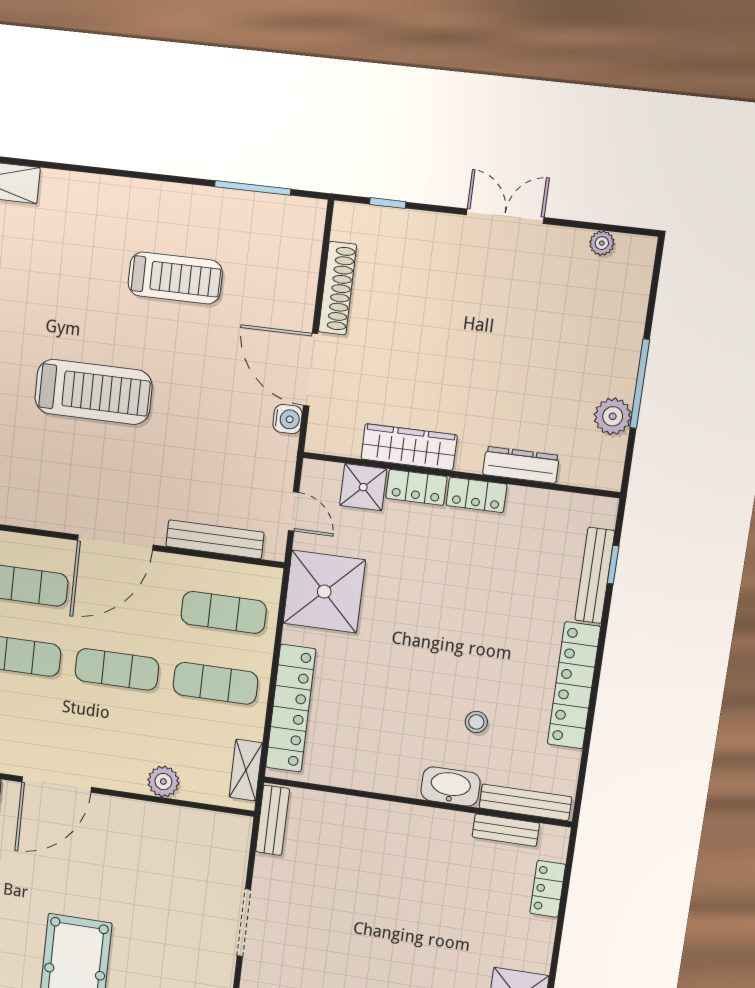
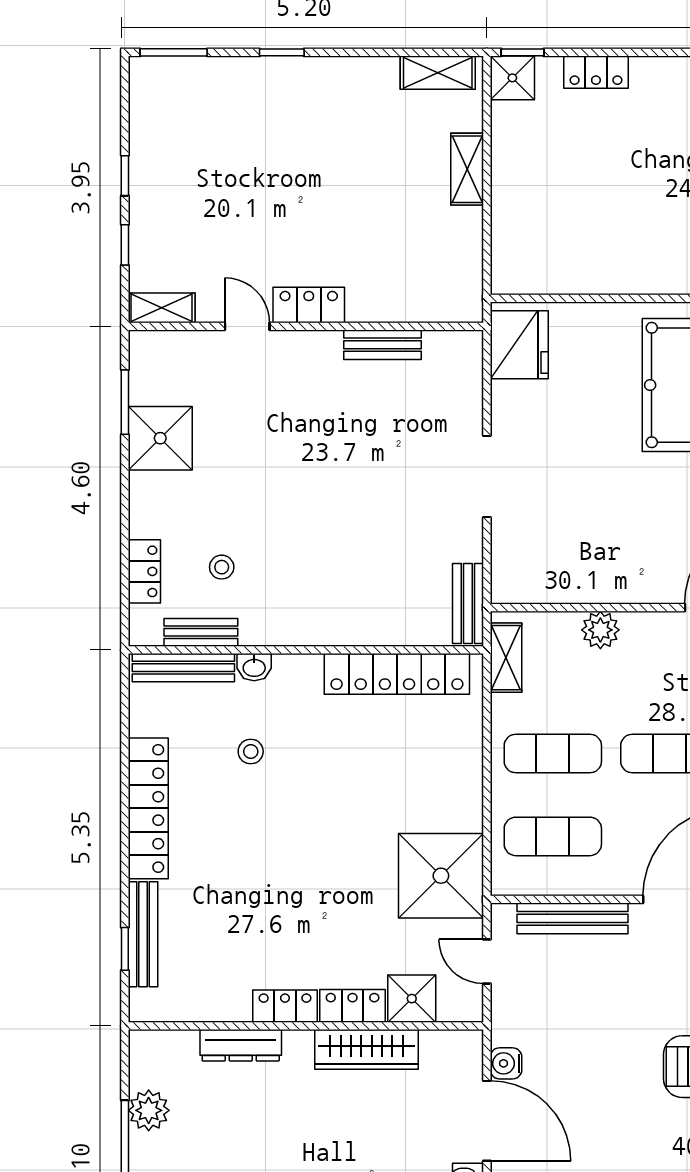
locker: (291, 708) -> (397, 674), moved, turned -90
washbasin: (450, 786) -> (254, 667), width x0.52, depth x0.69
stool: (480, 882) -> (222, 567), added

